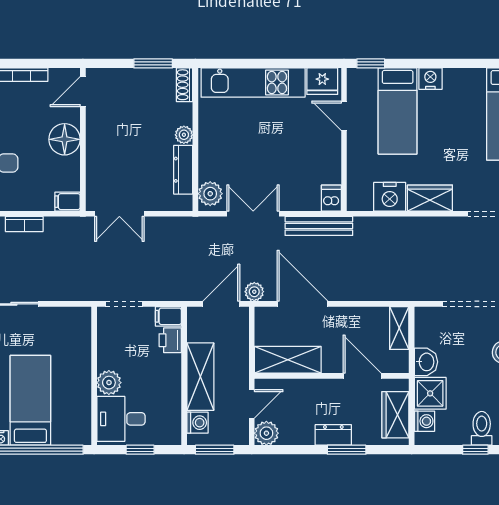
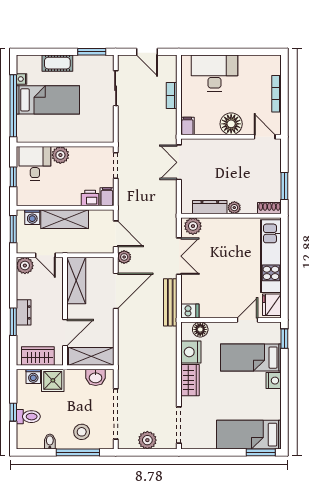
floor lamp: (358, 183) -> (200, 329), added
shelving: (399, 328) -> (91, 356), width x1.50, depth x1.33
washbasin: (426, 362) -> (96, 377), moved

